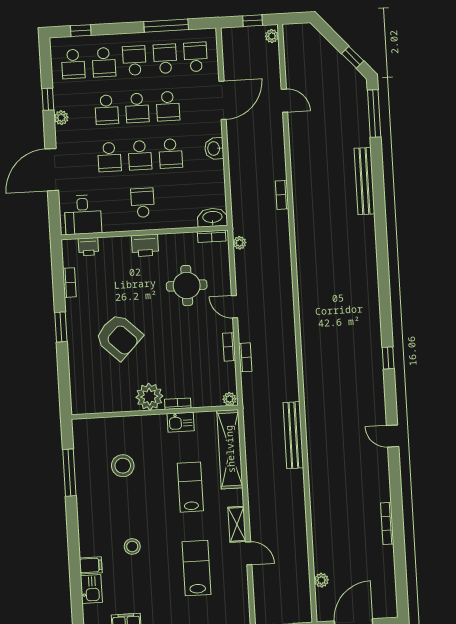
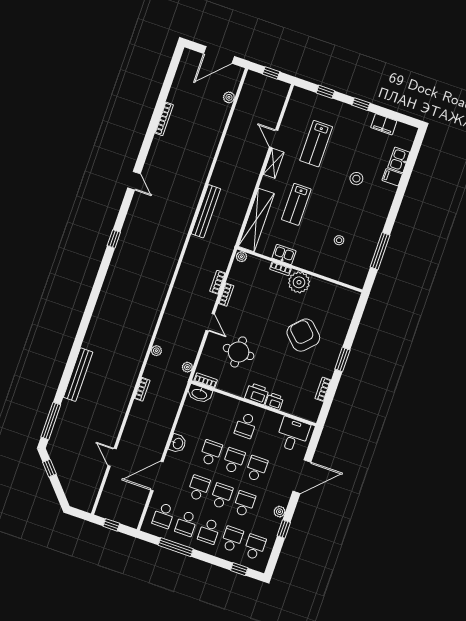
plant: (272, 36) -> (156, 351), moved
printer: (88, 247) -> (274, 401), moved
stool: (123, 466) -> (339, 240), width x0.53, depth x0.53

